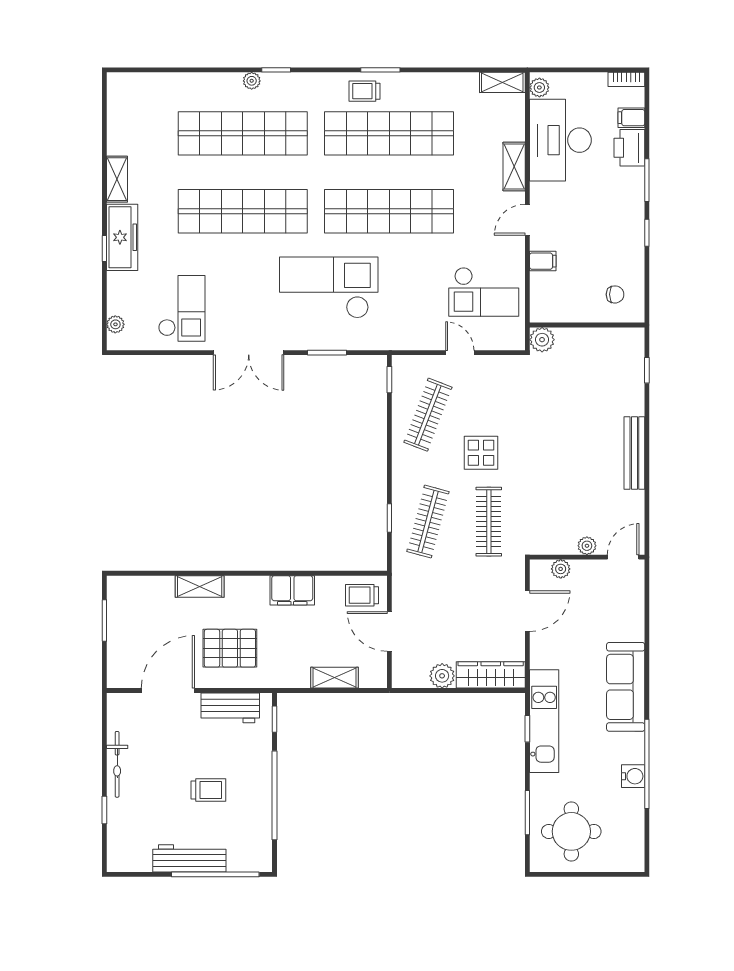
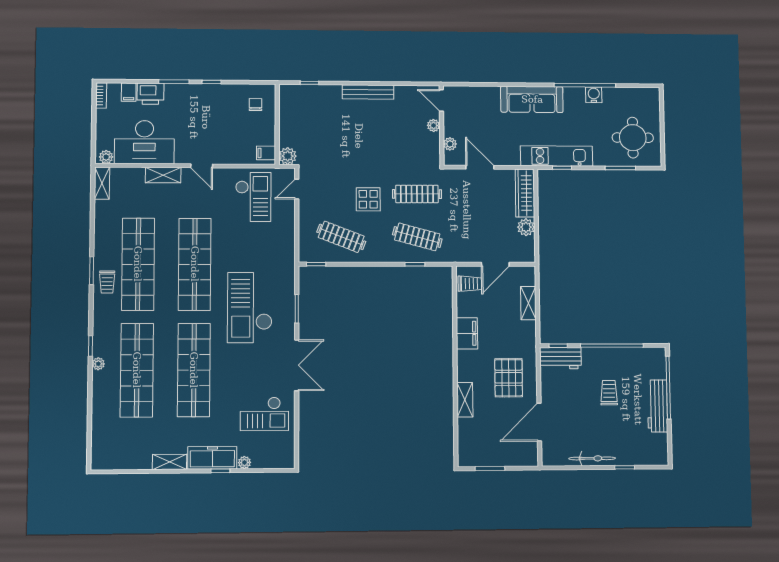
filing cabinet: (543, 261) -> (266, 153), moved, turned -90
checkout: (182, 308) -> (265, 414), turned 180
plant: (115, 324) -> (244, 462), moved
door: (460, 353) -> (297, 189), moved
trolley: (362, 595) -> (470, 284), turned -90
door: (168, 691) -> (539, 422), hinge flipped
workbench: (230, 708) -> (561, 358), moved, turned 90

